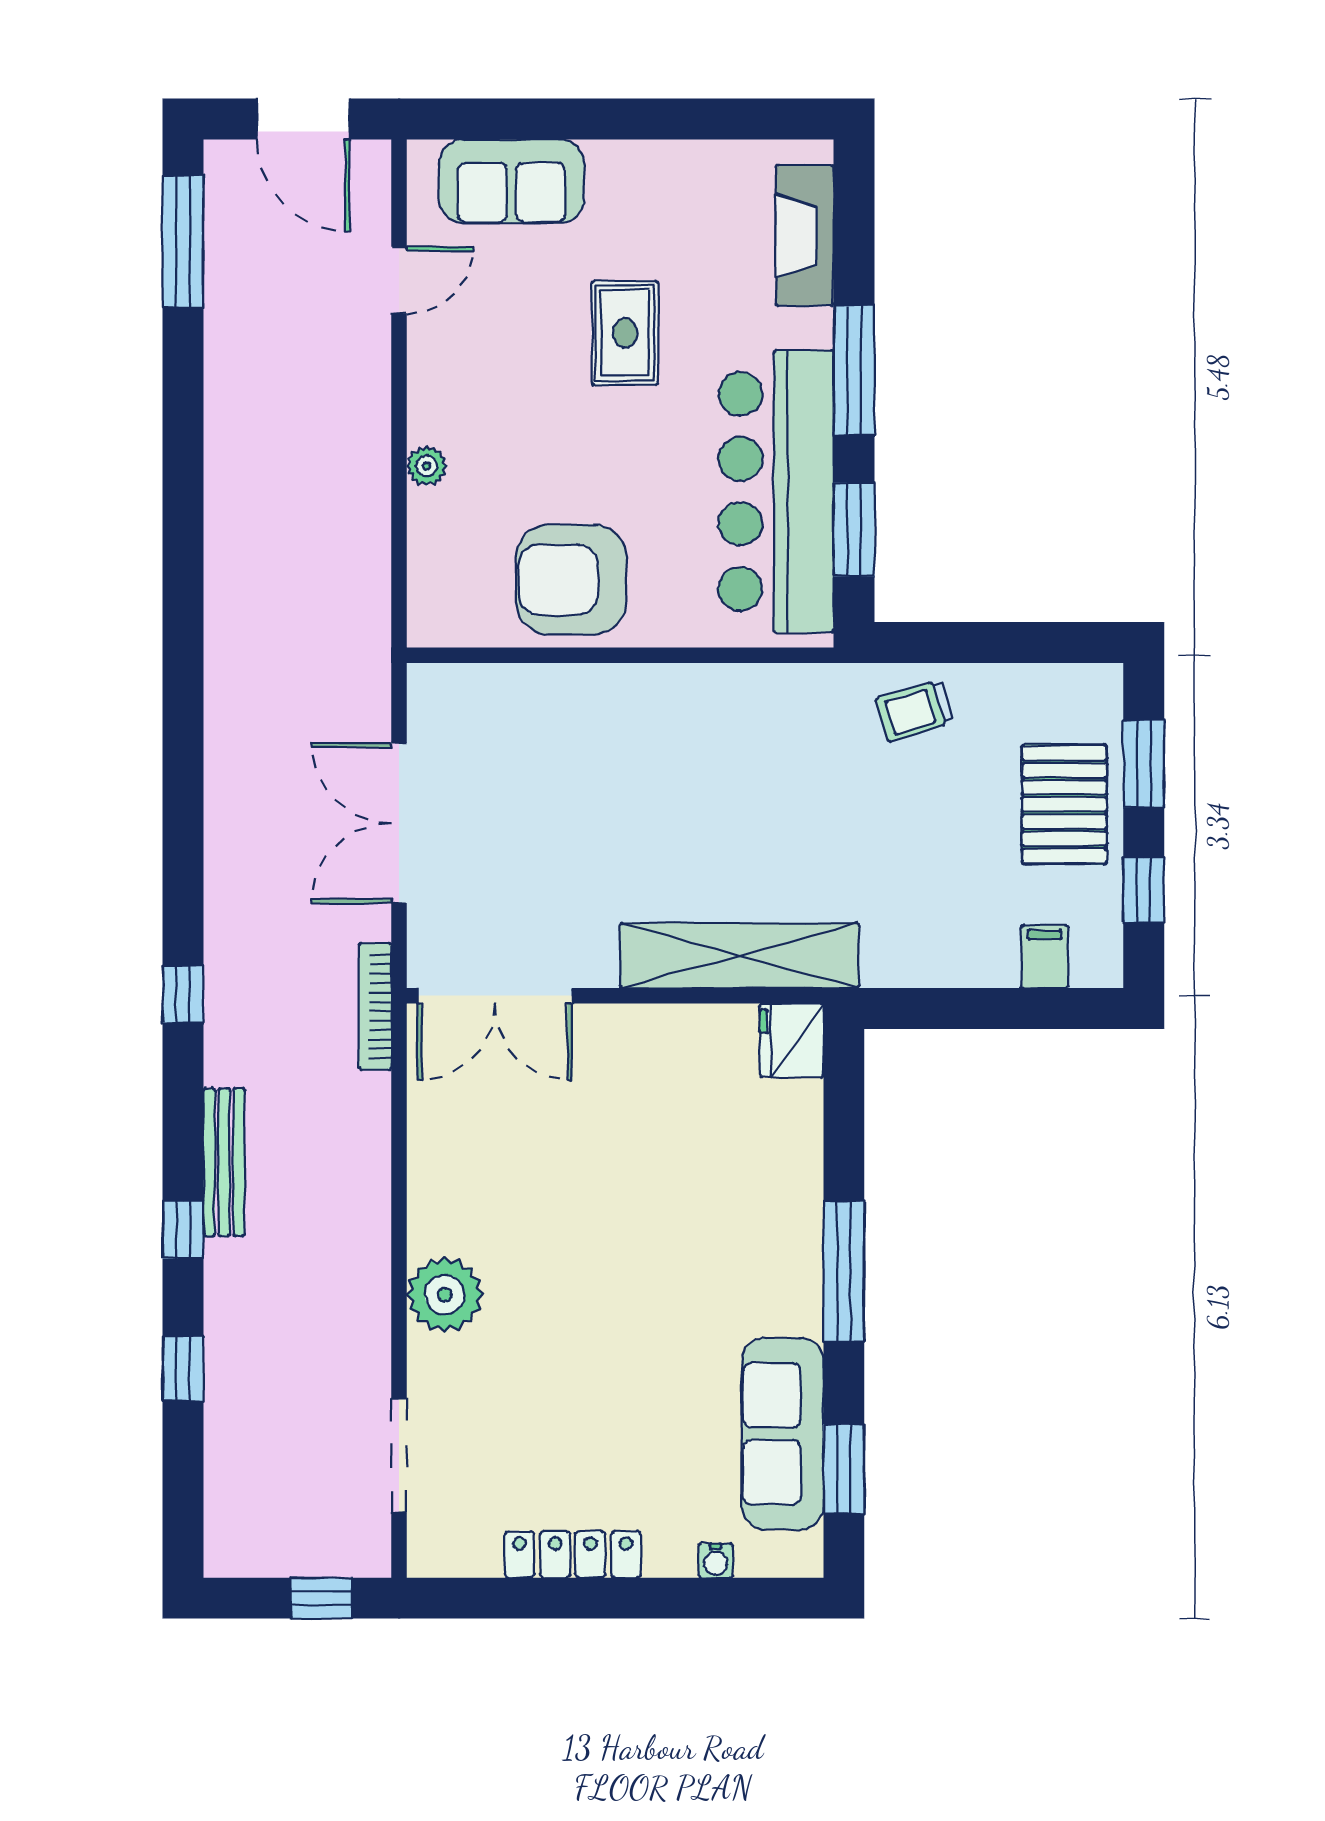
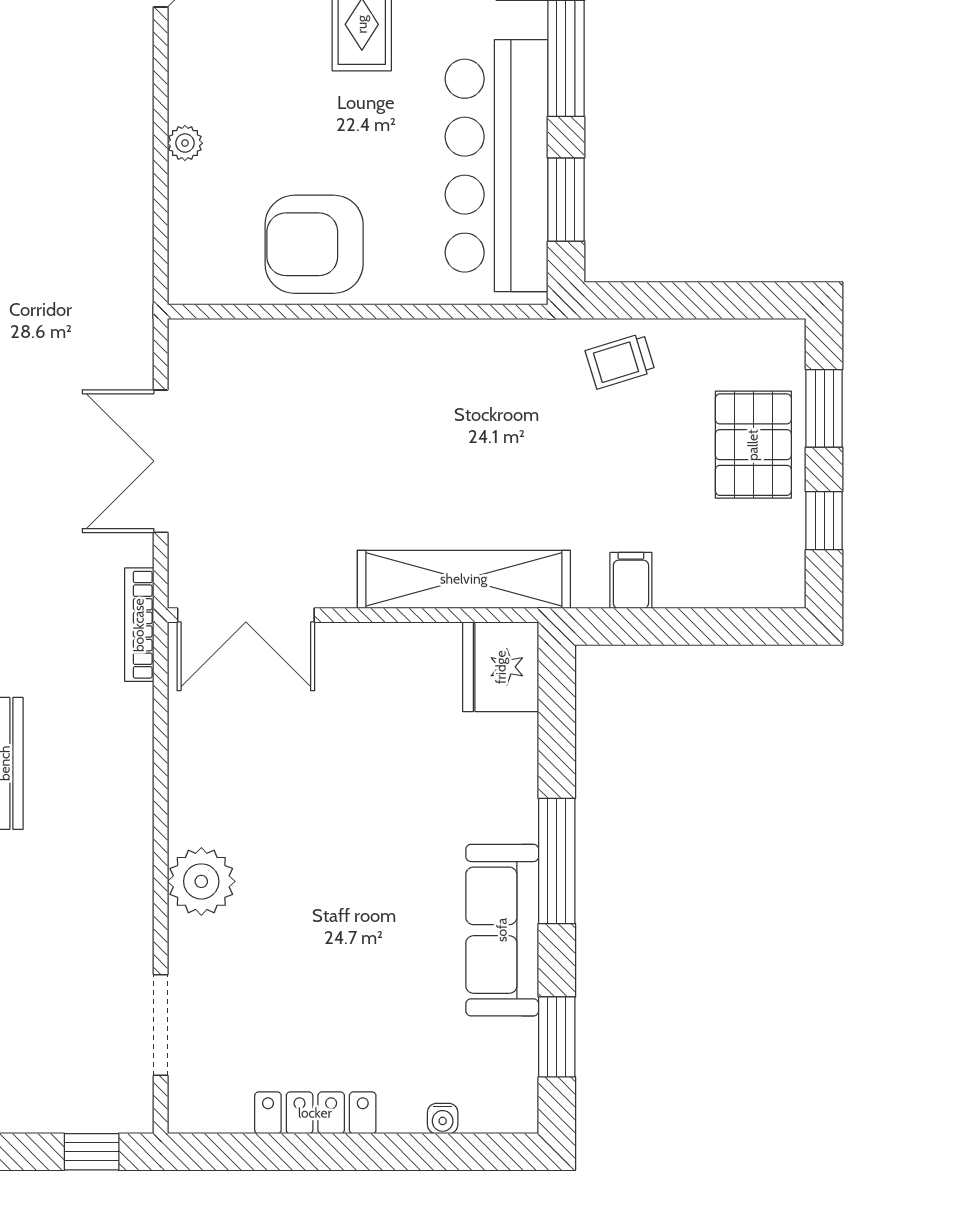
filing cabinet: (1045, 957) -> (631, 580), moved
fridge: (792, 1040) -> (501, 667), width x1.36, depth x1.34
sofa: (783, 1434) -> (502, 930), moved

